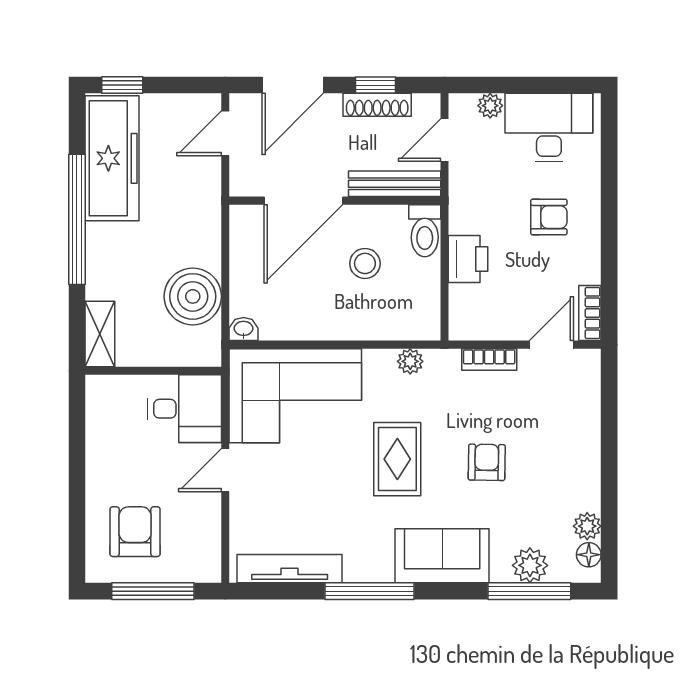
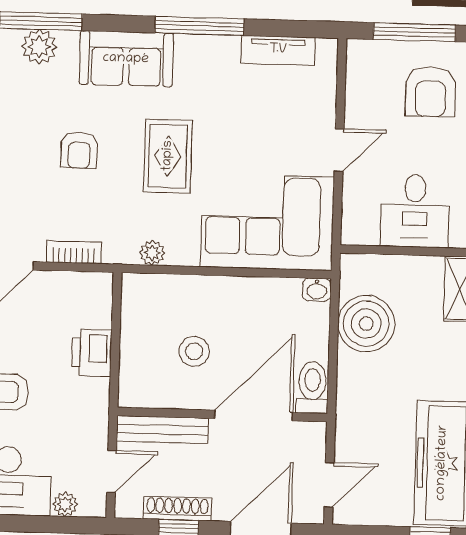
toilet: (425, 231) -> (312, 387), moved
desk: (185, 409) -> (415, 211), moved, turned -90
tv unit: (290, 569) -> (278, 50), width x0.71

